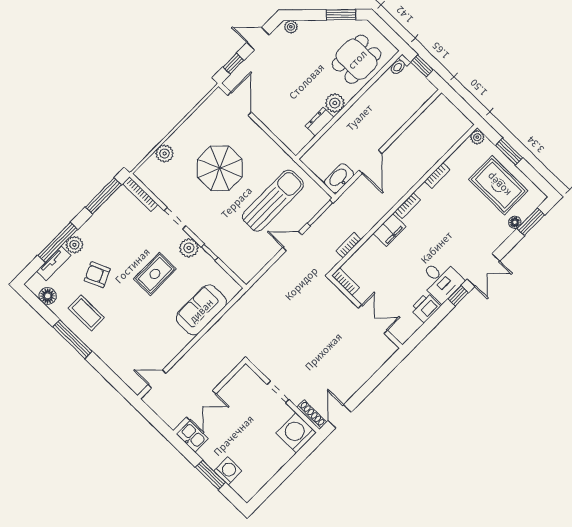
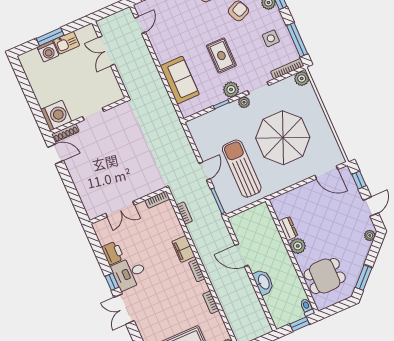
dining table: (357, 59) -> (325, 276), turned 90
plant: (164, 154) -> (302, 79), moved
parasol: (220, 168) -> (283, 138), width x1.36, depth x1.36
washbasin: (339, 178) -> (263, 282), moved
sun lounger: (273, 201) -> (242, 169), turned 180
side table: (114, 226) -> (271, 38), added
plant: (197, 228) -> (244, 102), added
kitchen sink: (192, 436) -> (67, 43), moved

